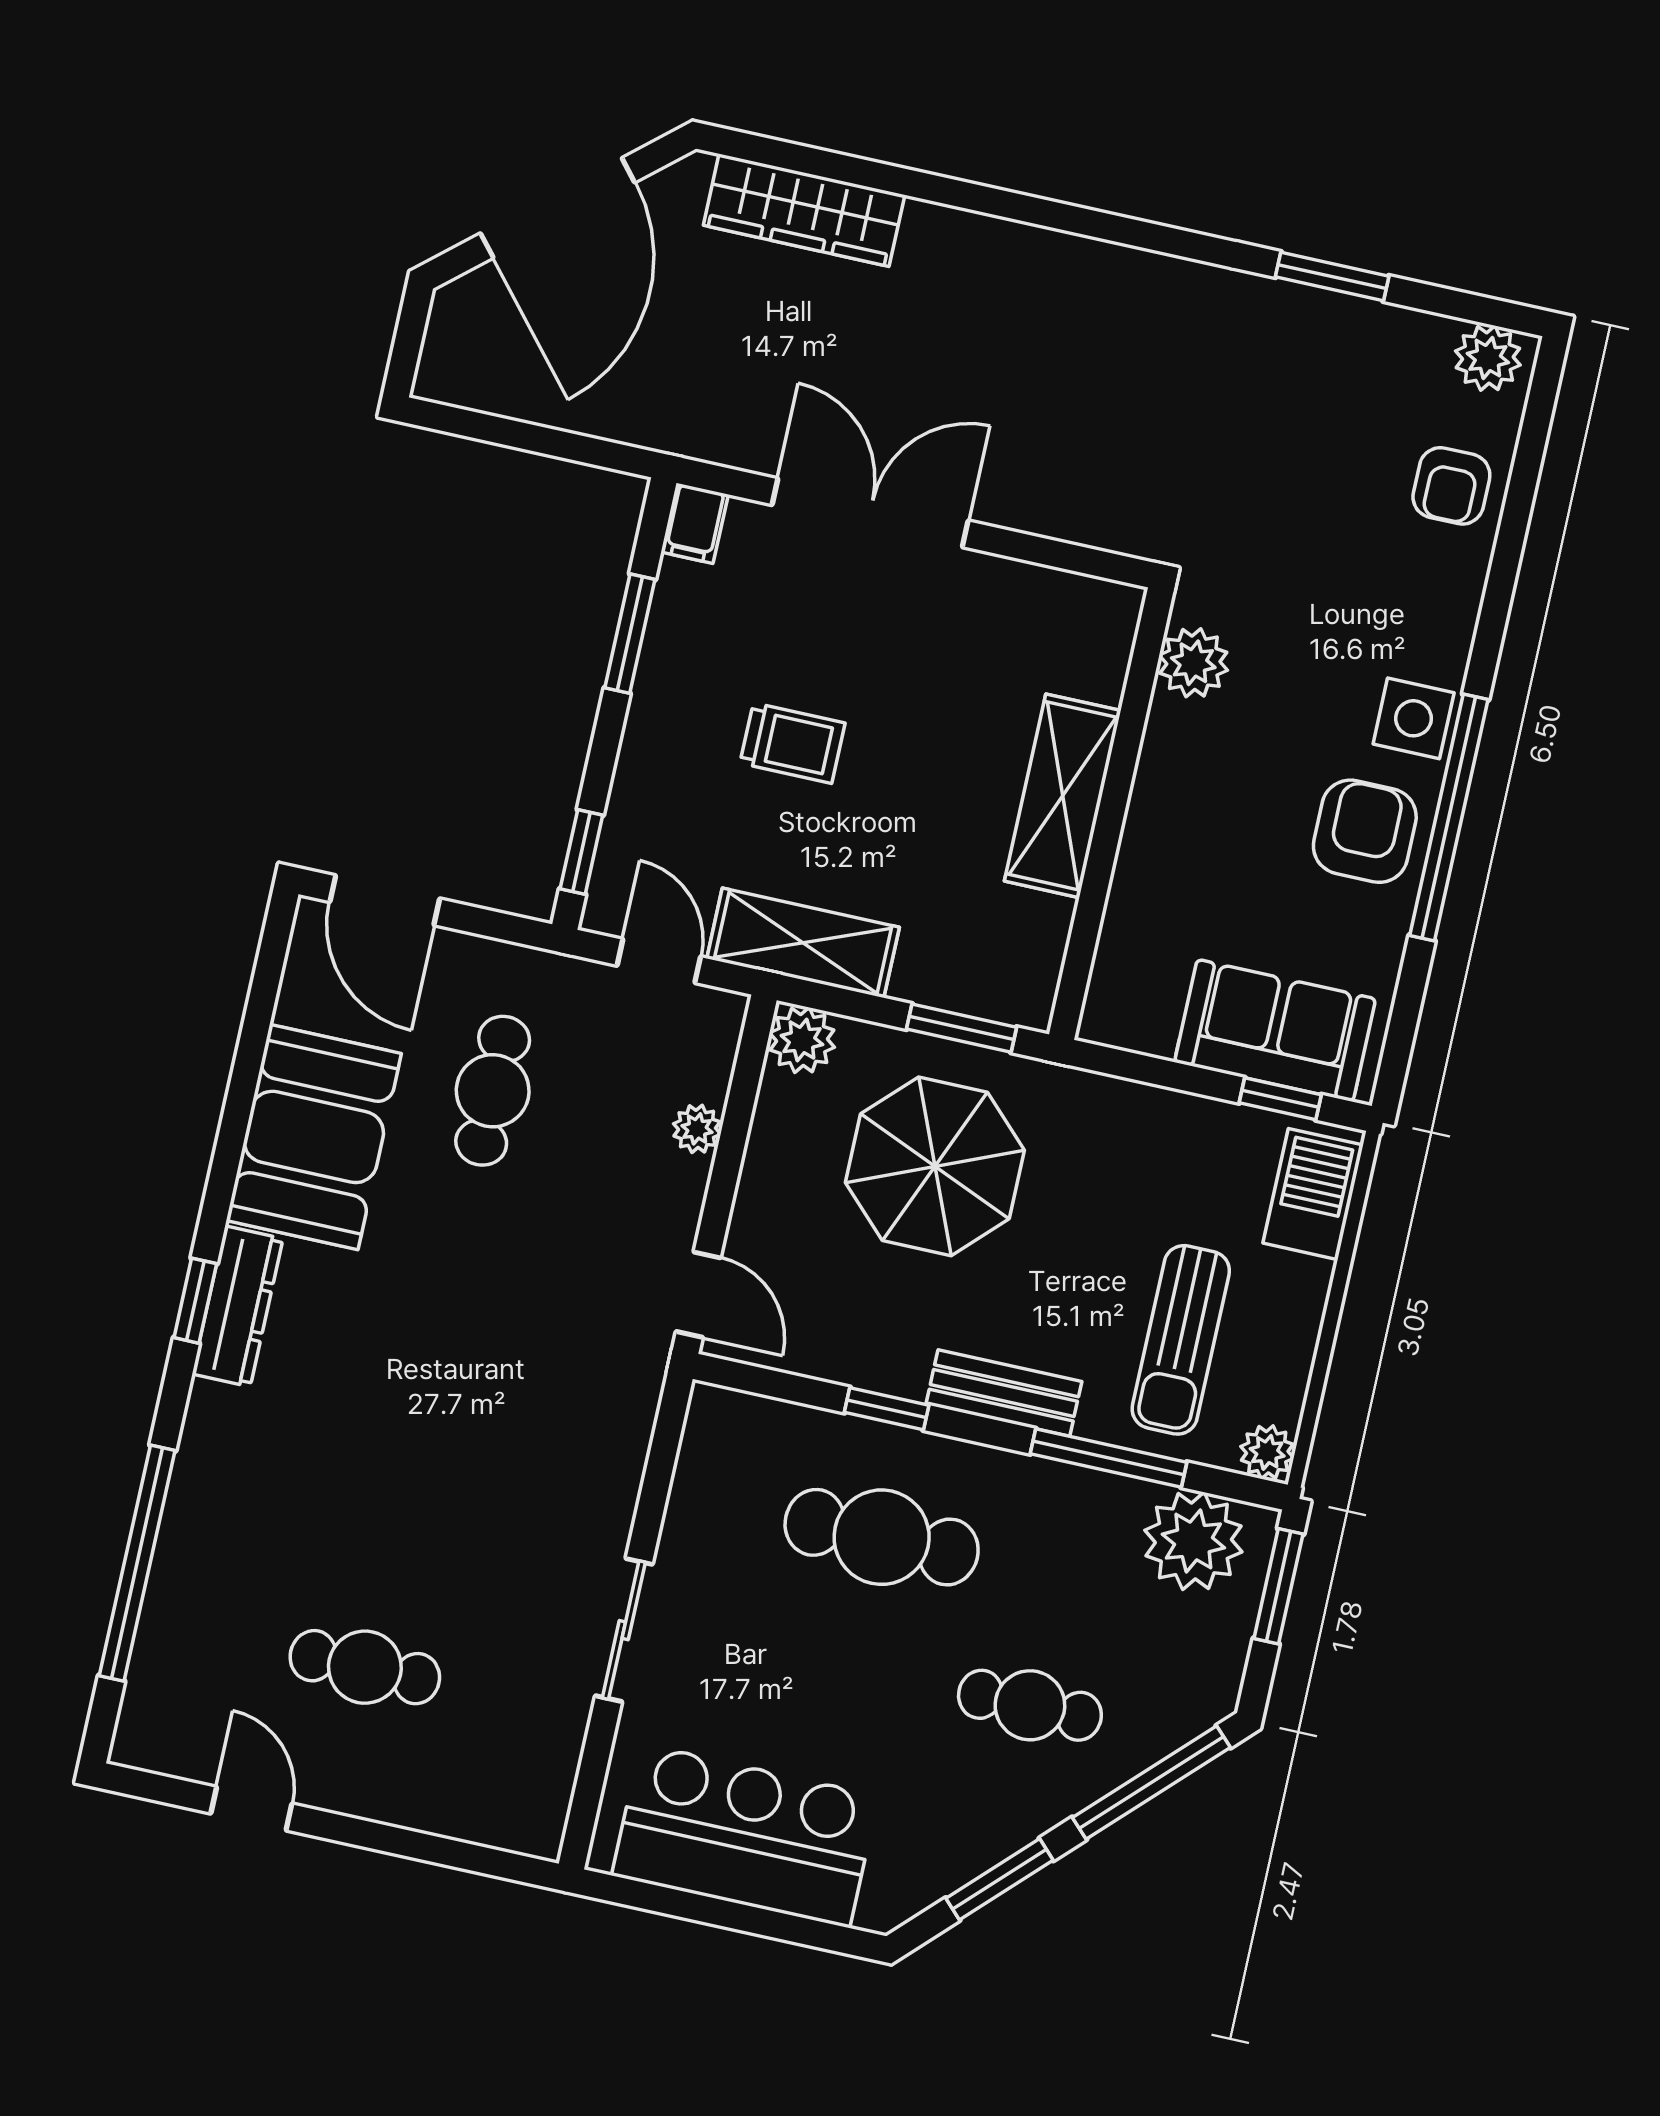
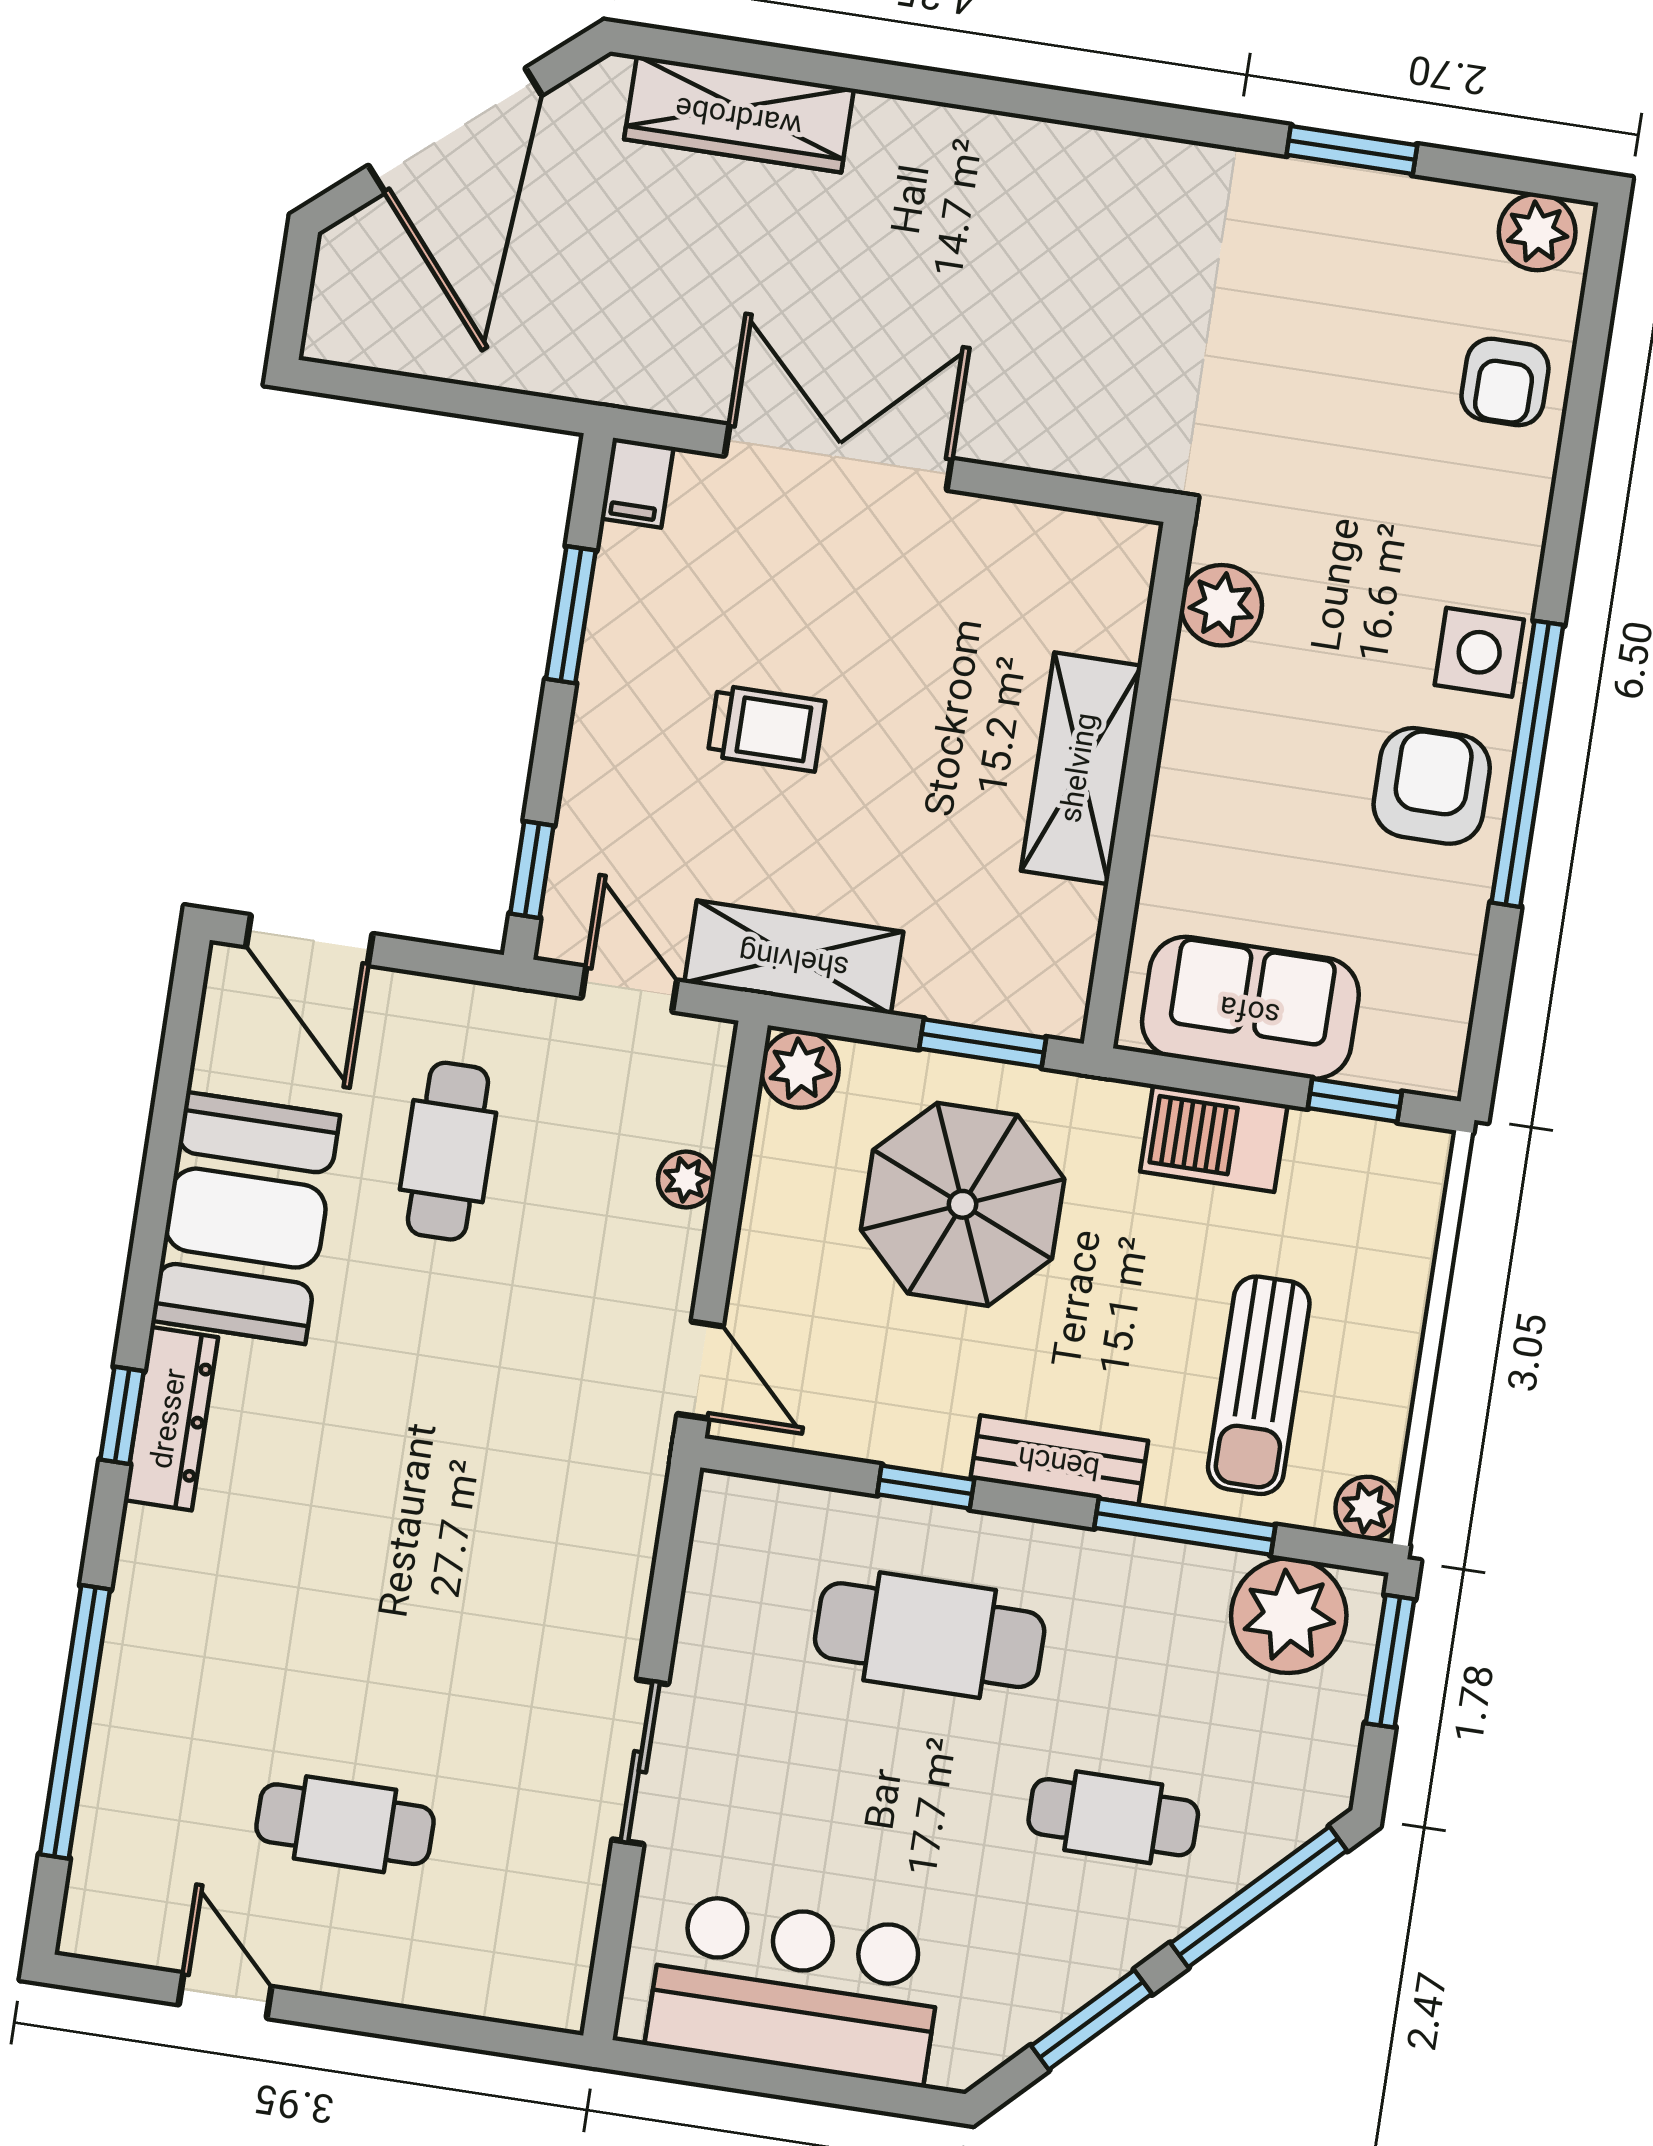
sofa: (1275, 1030) -> (1250, 1008), moved
barbecue: (1313, 1194) -> (1214, 1138), moved, turned -90

